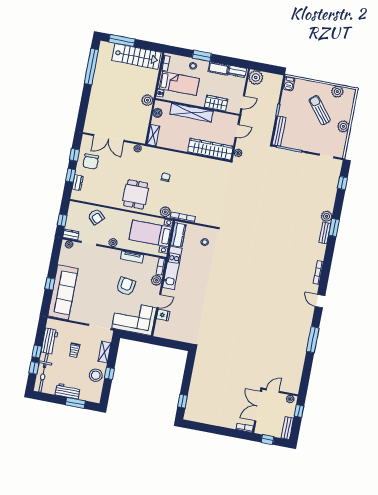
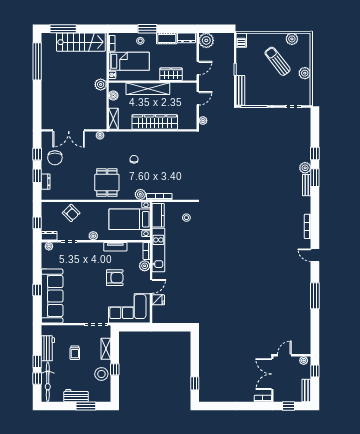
wardrobe: (210, 149) -> (155, 122), moved
window: (343, 183) -> (315, 153), moved
armchair: (126, 286) -> (115, 278), turned 81

